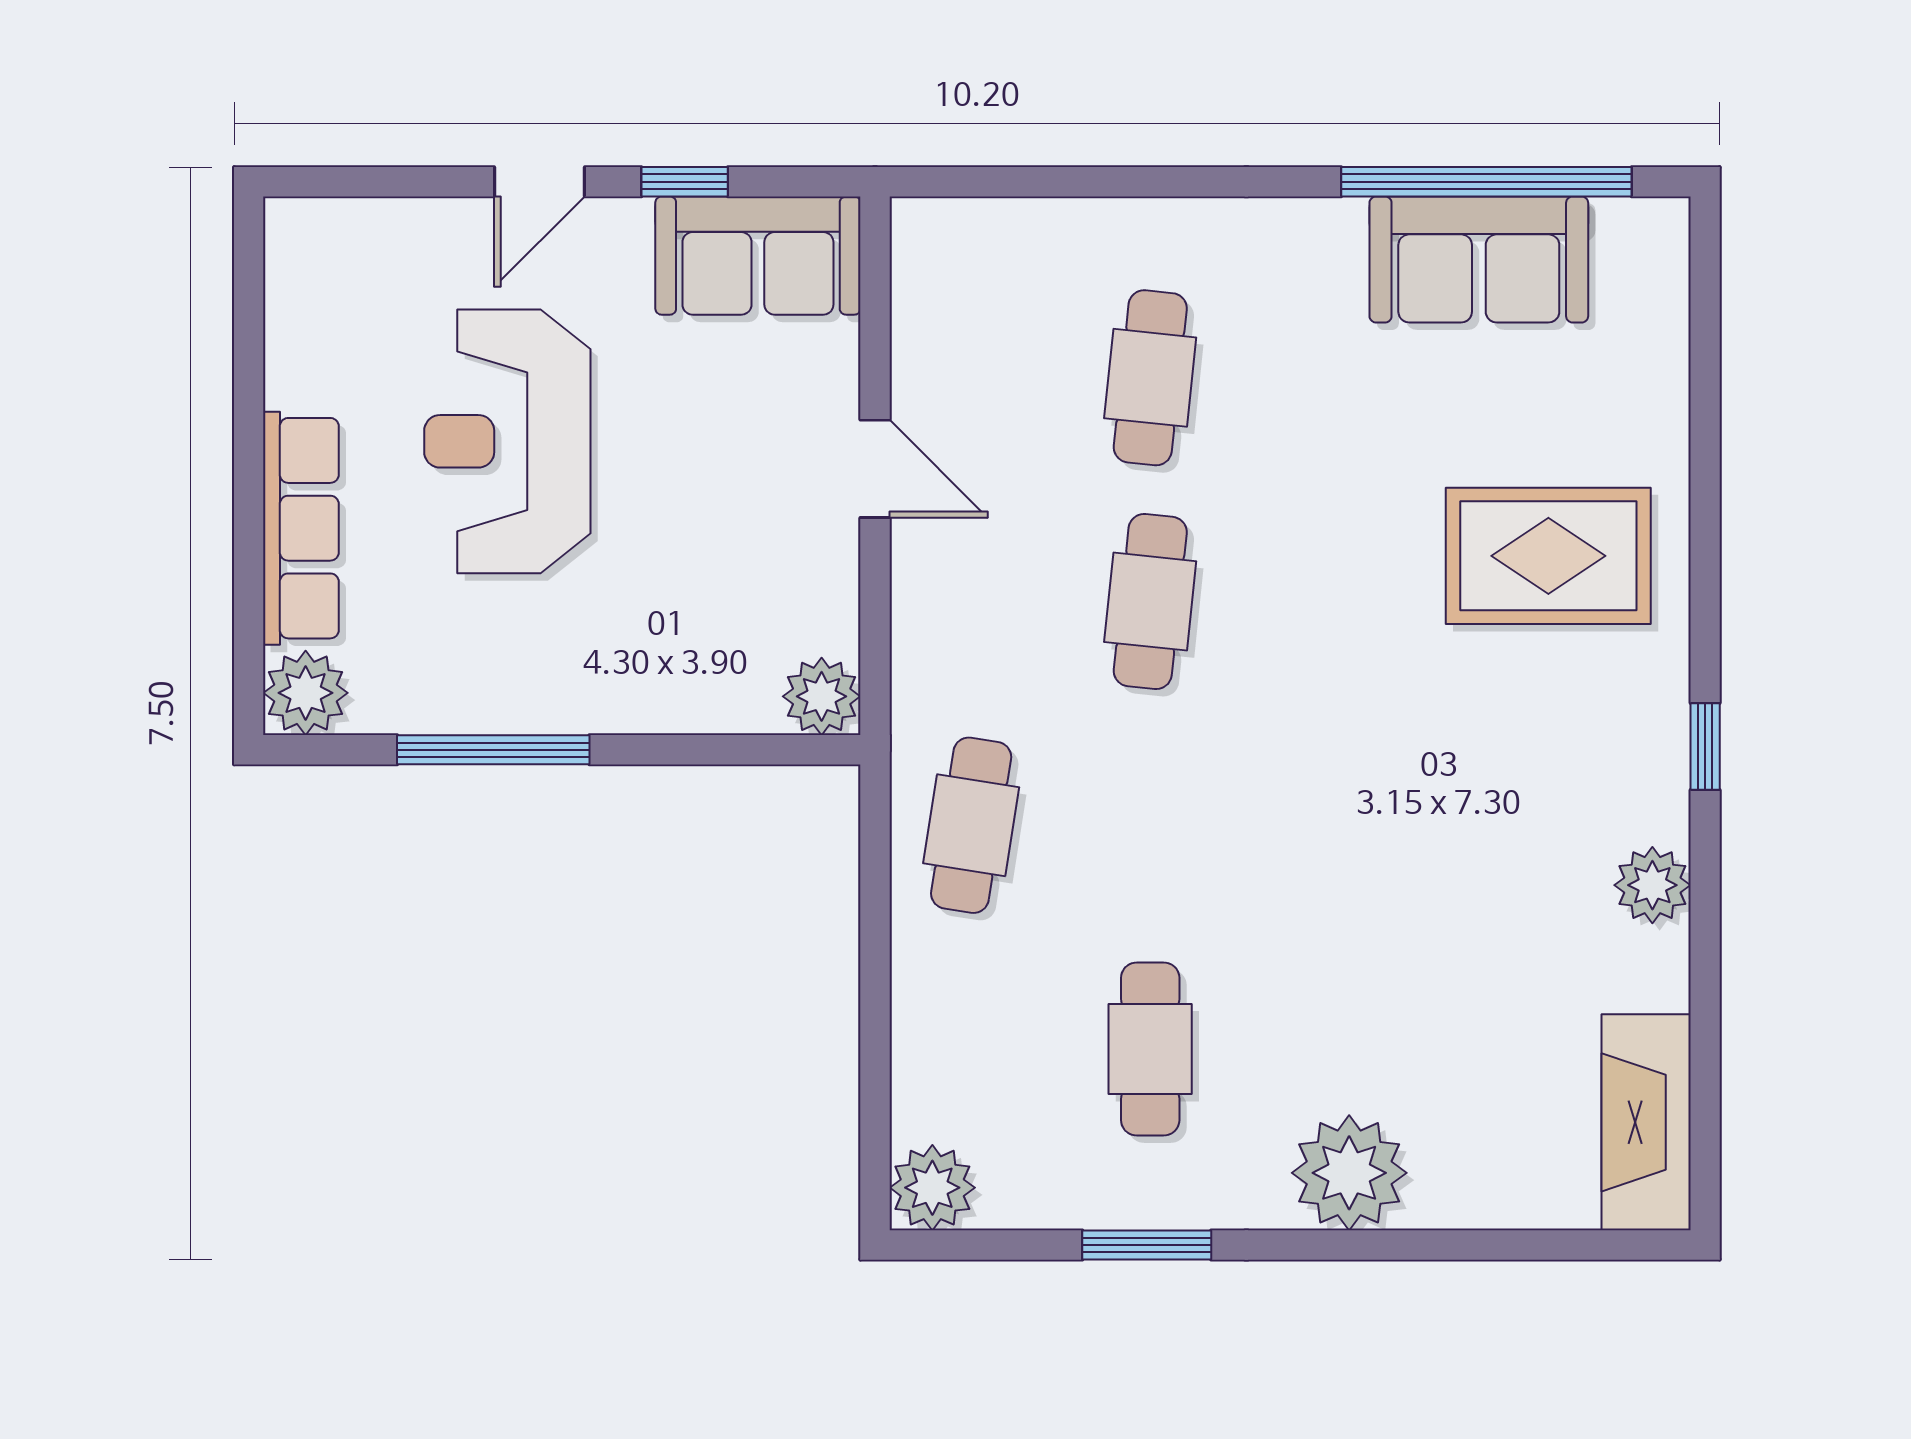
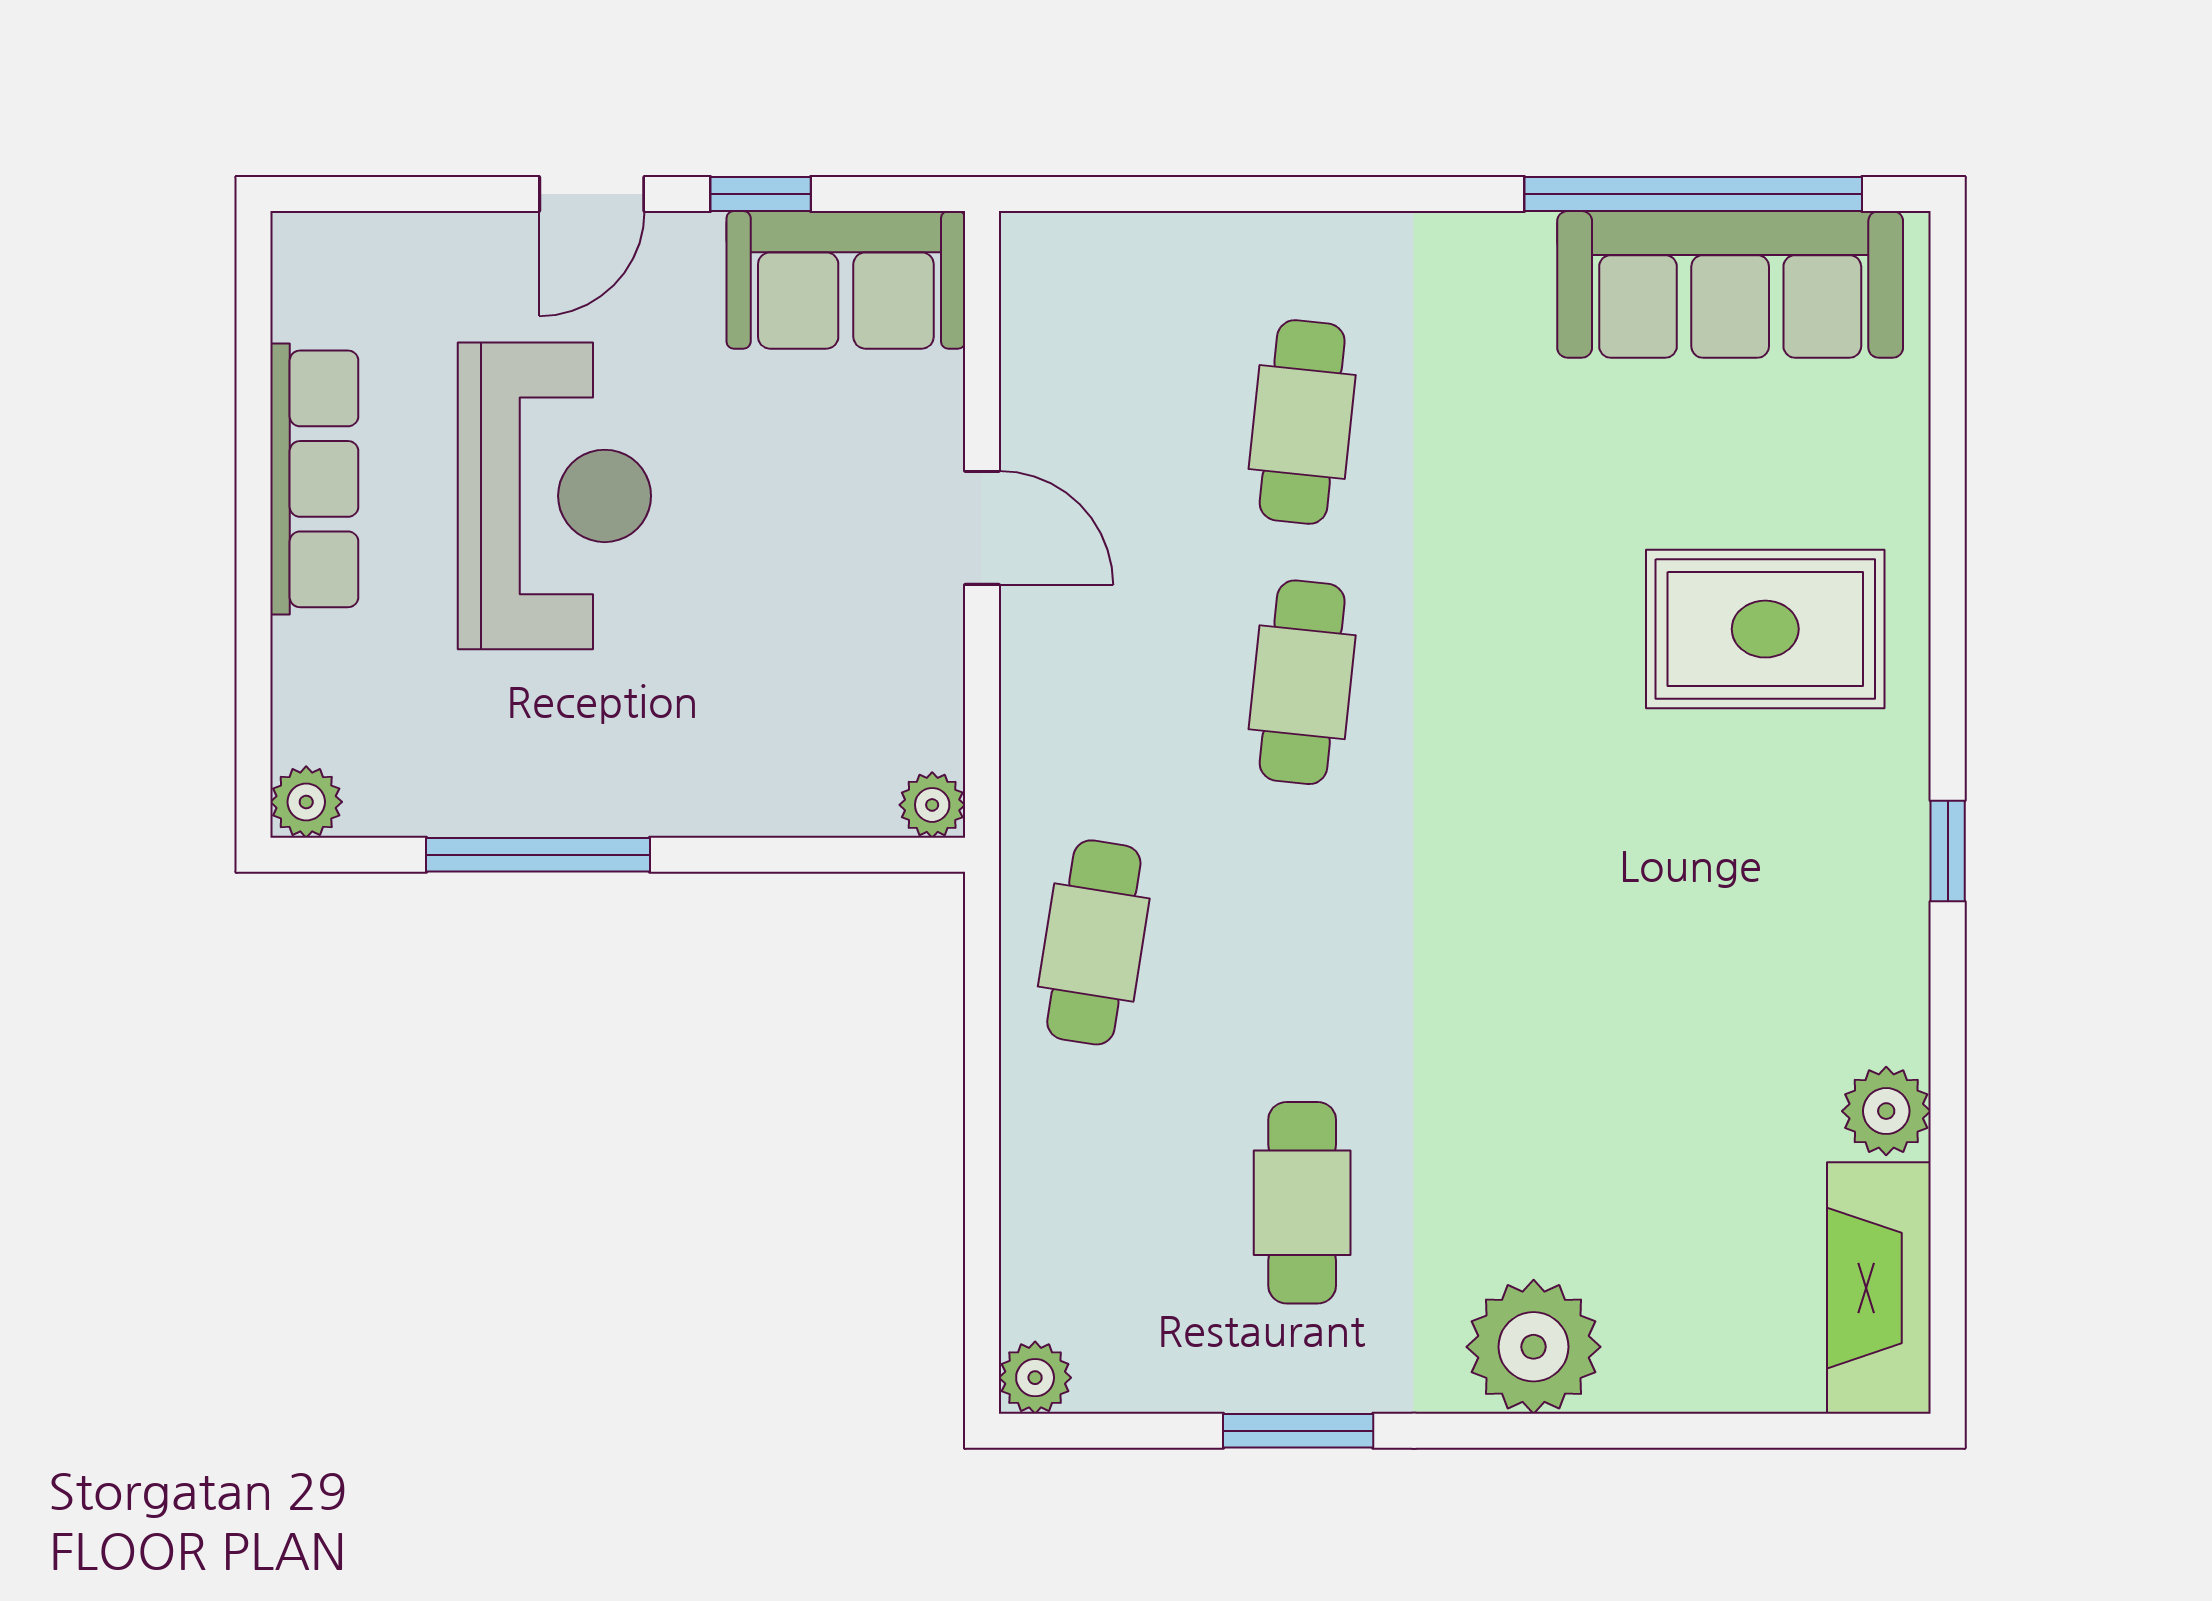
sofa: (1479, 259) -> (1730, 284), width x1.36
reception desk: (507, 441) -> (554, 496), turned 180
row of seats: (301, 528) -> (314, 479), moved
plant: (306, 693) -> (306, 802), width x0.73, depth x0.73
plant: (822, 696) -> (932, 805), width x0.73, depth x0.73
plant: (1652, 885) -> (1886, 1111), moved
plant: (932, 1188) -> (1035, 1378), width x0.73, depth x0.73

